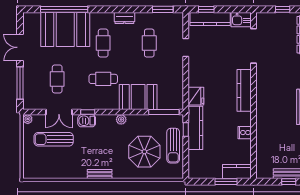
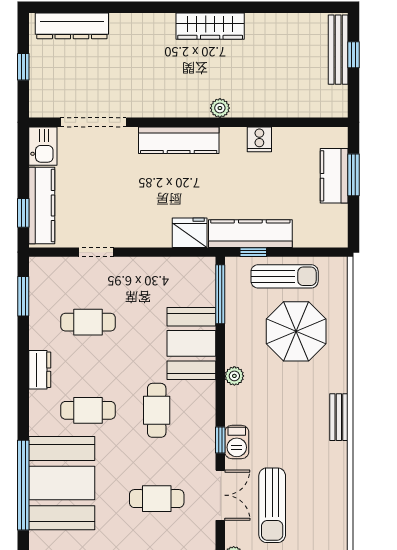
plant: (261, 112) -> (220, 108), added
kitchen counter: (237, 172) -> (334, 176), moved

